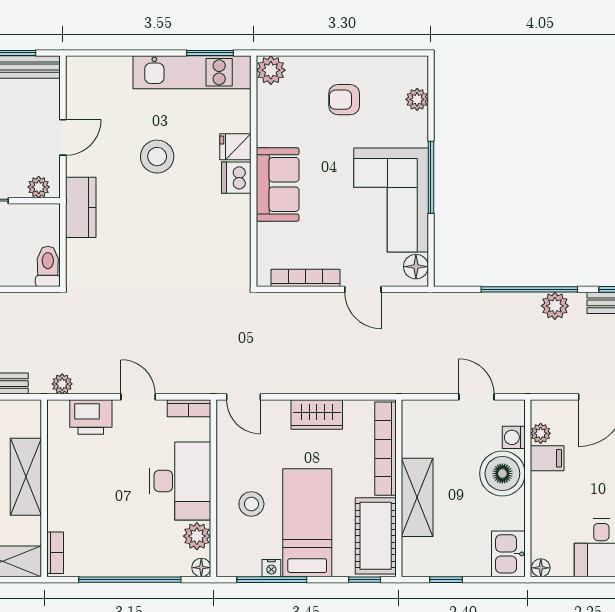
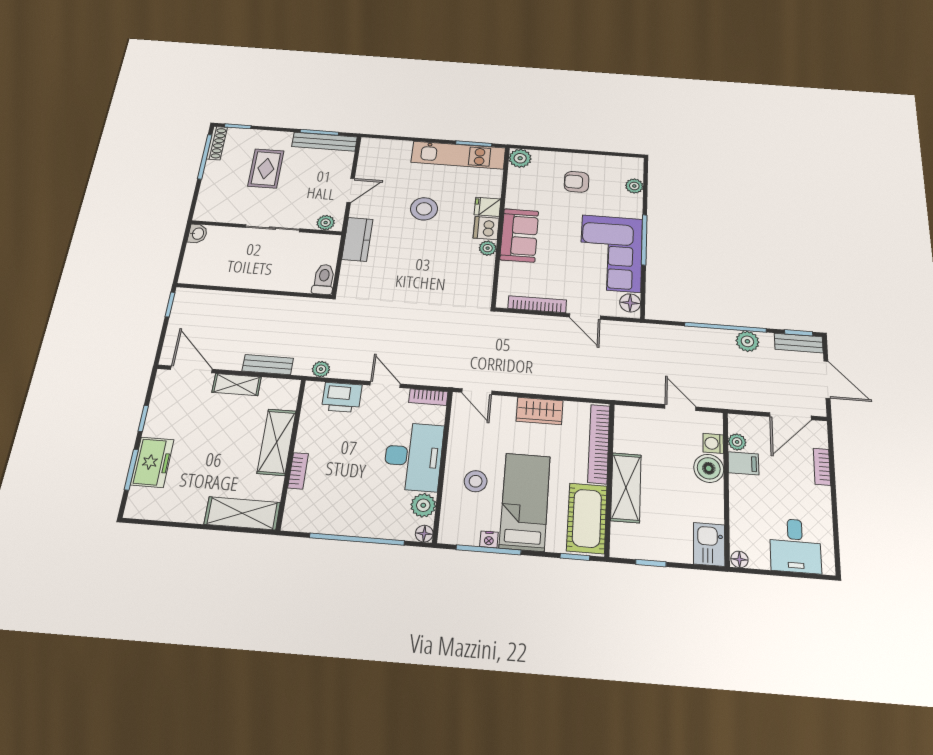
plant: (240, 206) -> (488, 248), added
boiler: (502, 473) -> (709, 468), width x0.73, depth x0.73
bookcase: (55, 553) -> (298, 471), moved

